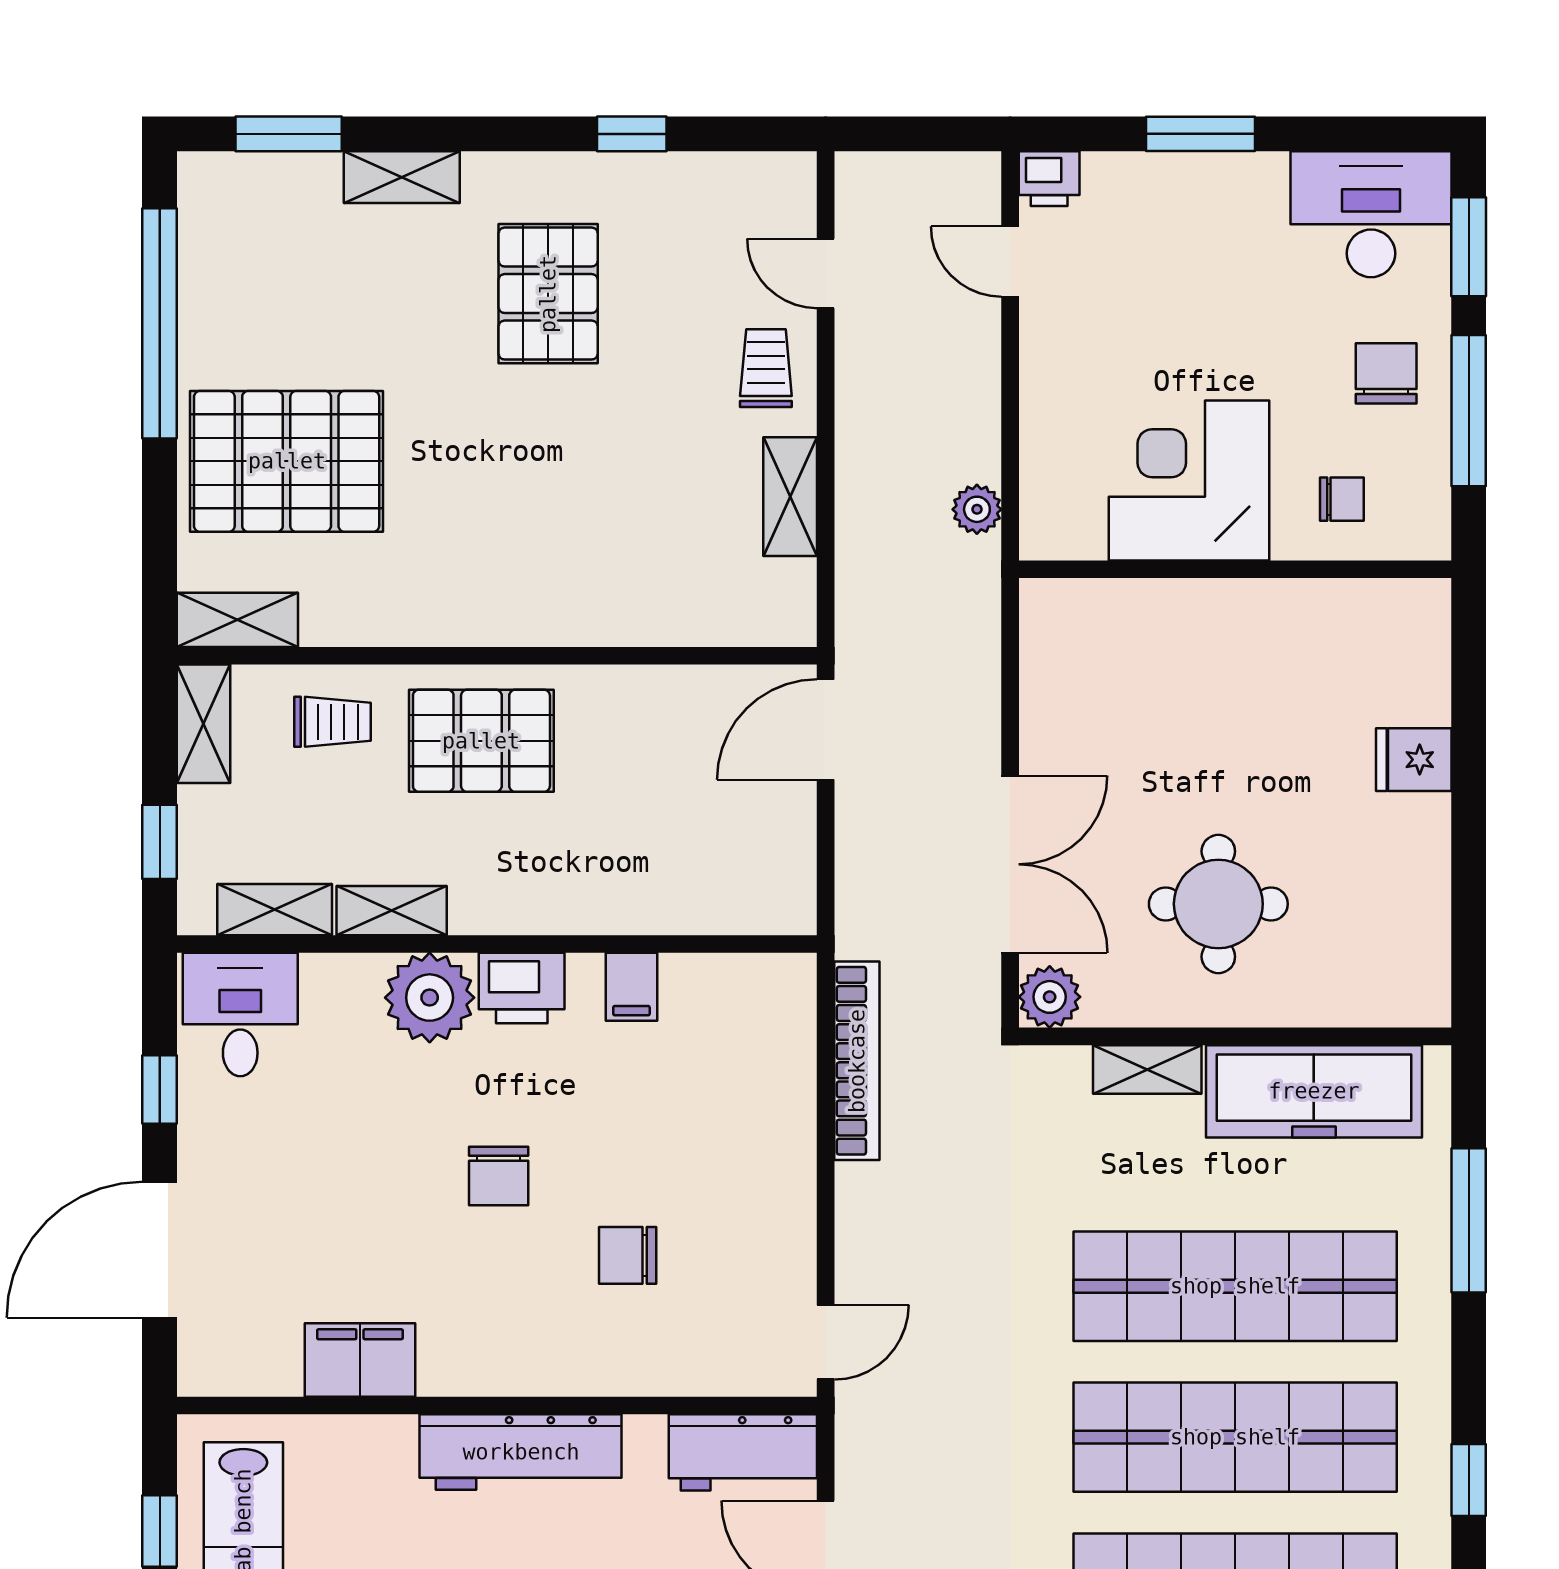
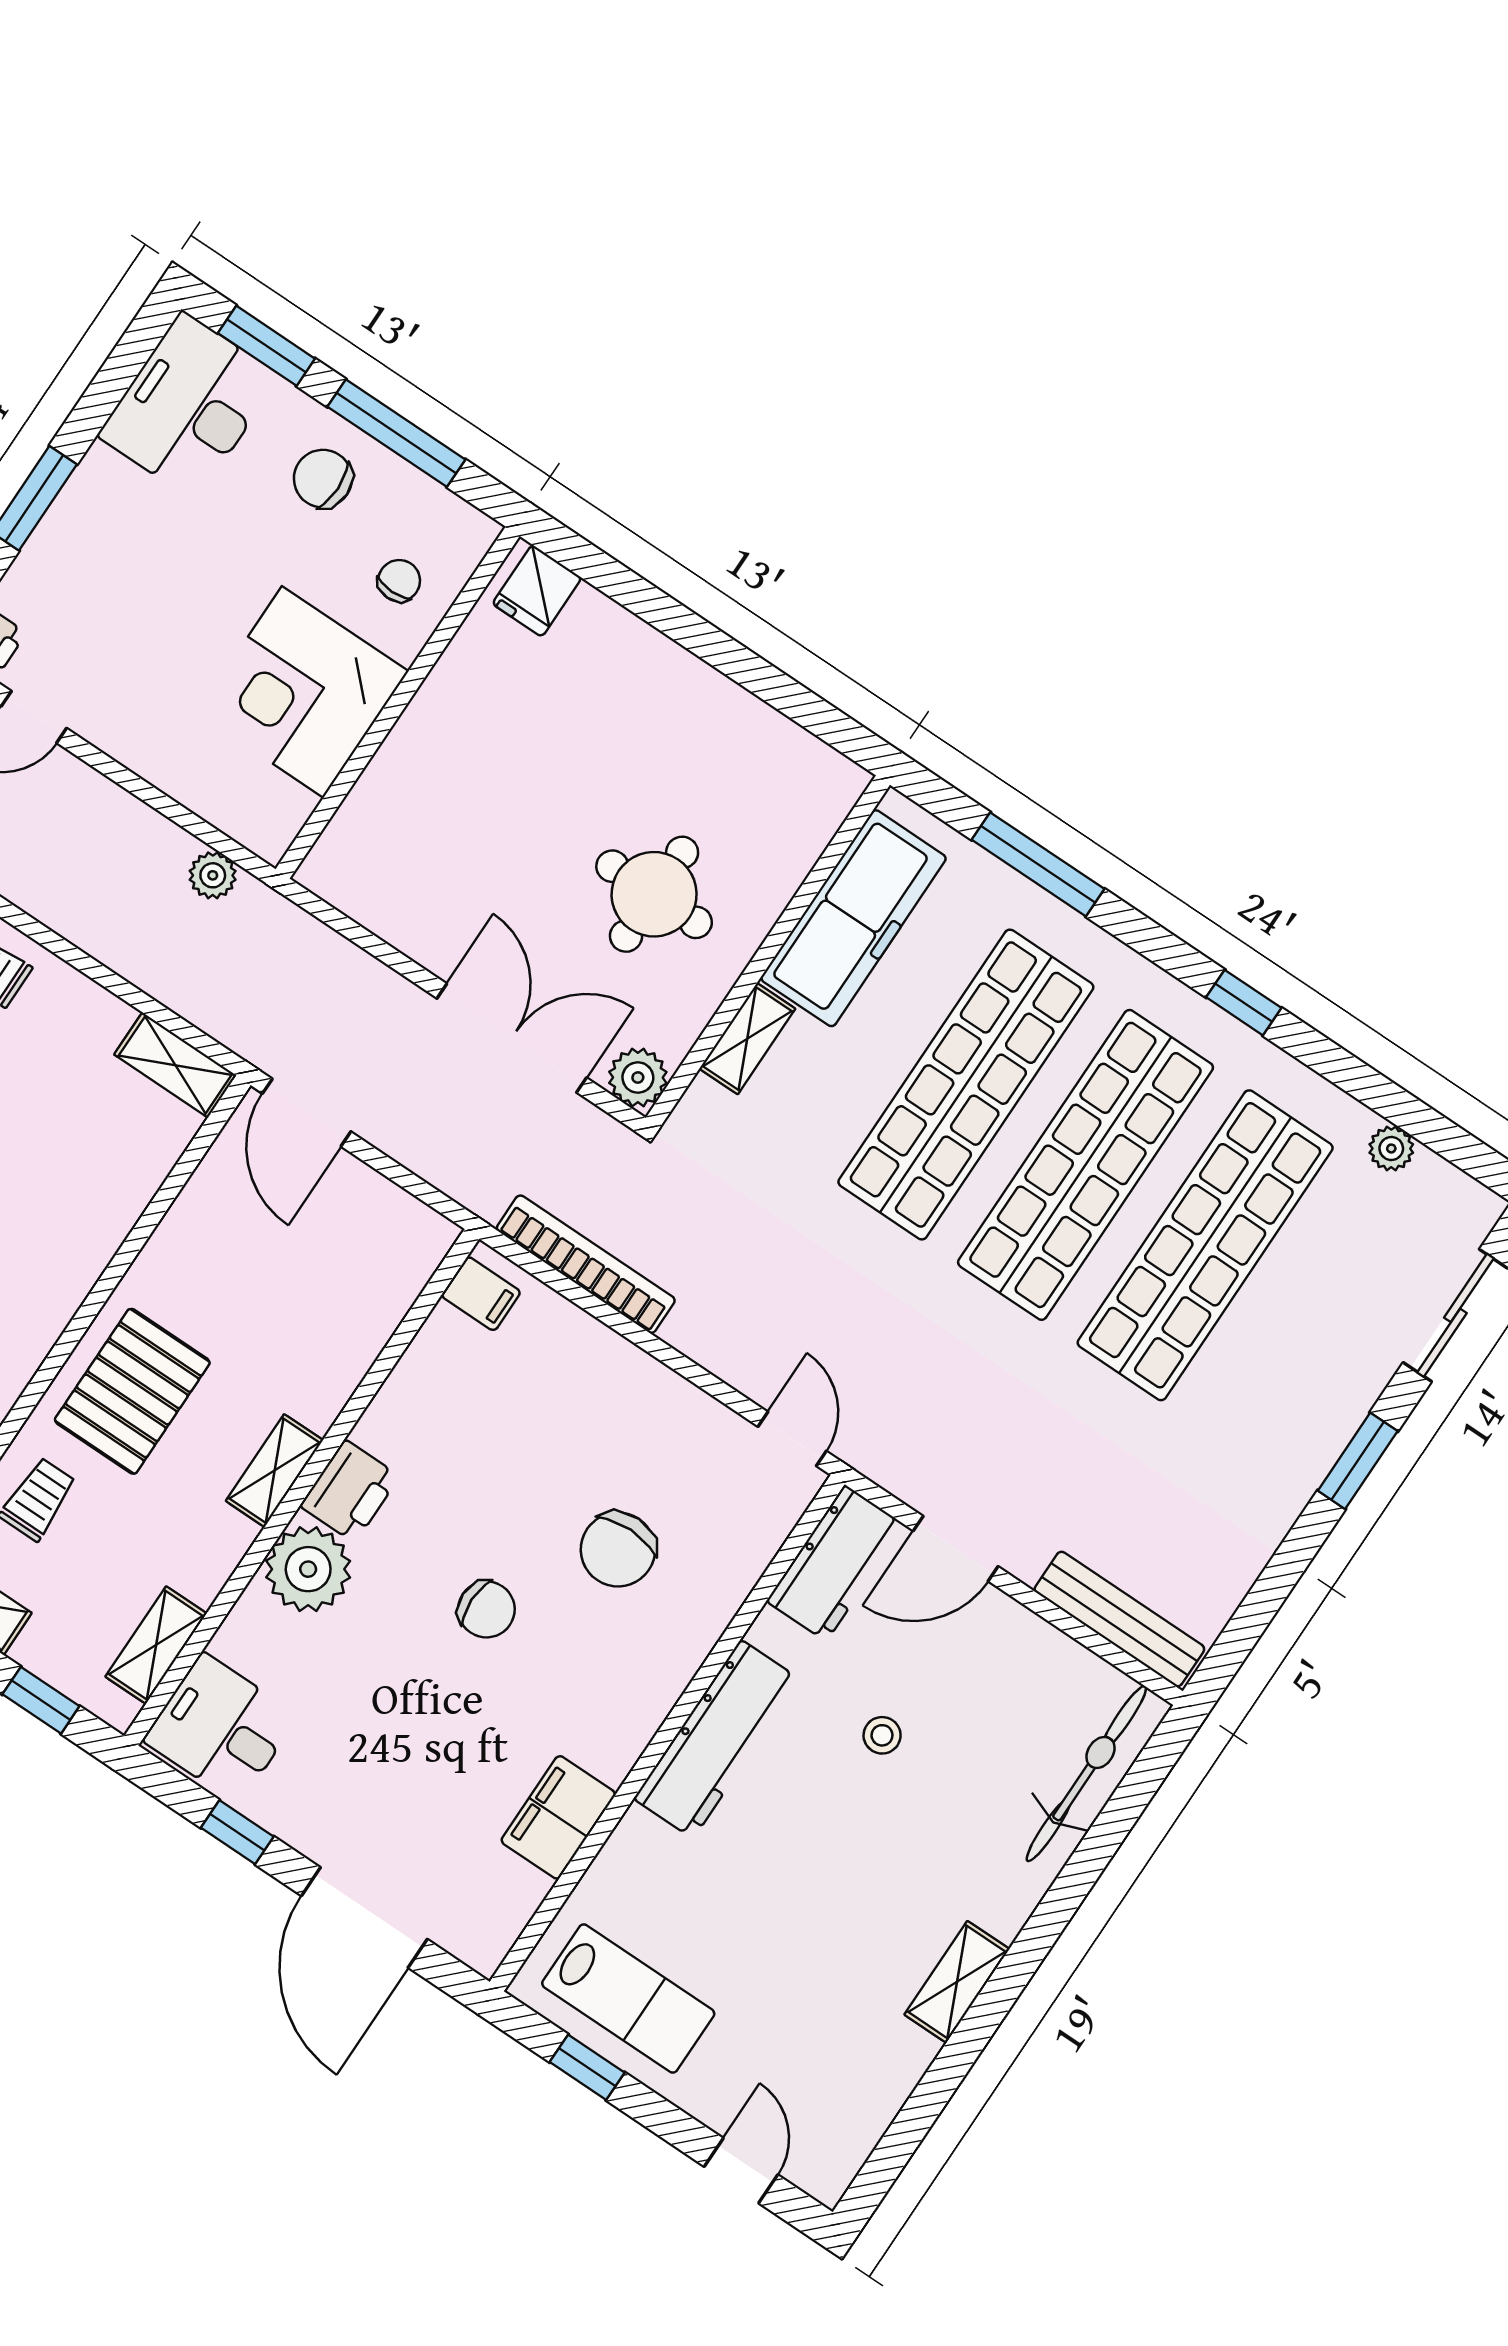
shelving: (790, 497) -> (175, 1065), moved
fridge: (1414, 760) -> (537, 591), moved
shelving: (392, 911) -> (274, 1471), moved
filing cabinet: (631, 987) -> (481, 1294), moved
chair: (628, 1255) -> (618, 1549), width x1.37, depth x1.37

